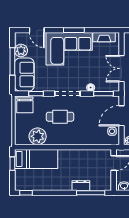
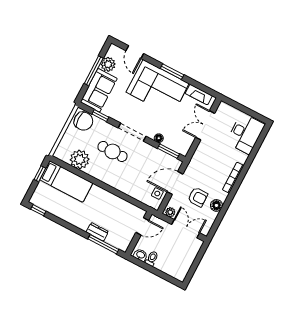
double door: (122, 69) -> (205, 125), moved
chair: (25, 105) -> (83, 121), turned -90

